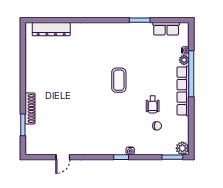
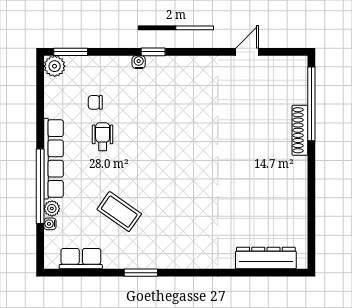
window: (140, 20) -> (141, 273), moved
coffee table: (119, 80) -> (119, 212), moved, turned -55
window: (23, 125) -> (311, 104), width x2.11

